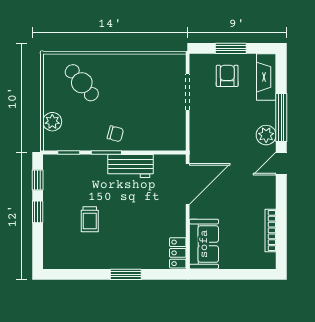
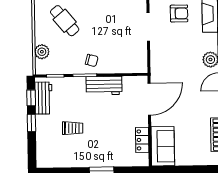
armchair: (227, 76) -> (179, 13), turned 90
workbench: (53, 181) -> (44, 98), added
trolley: (90, 219) -> (73, 128), turned -89
locker: (178, 253) -> (142, 140), moved

